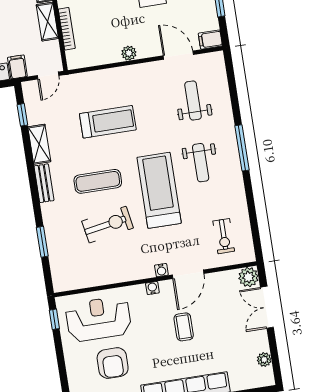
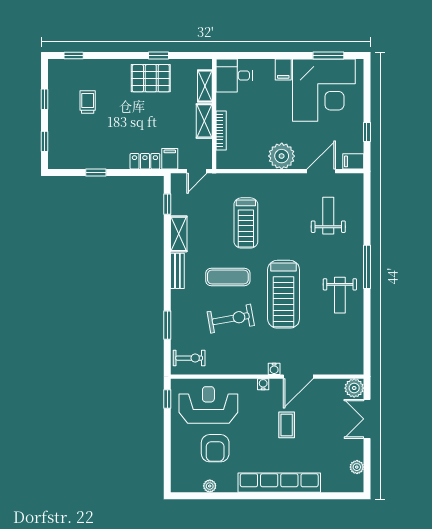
plant: (129, 53) -> (282, 156), width x1.88, depth x1.88
door: (178, 55) -> (321, 171), hinge flipped
treadmill: (108, 122) -> (246, 223), turned 90
weight bench: (201, 163) -> (340, 295), moved
treadmill: (159, 190) -> (284, 294), turned 180
exercise bike: (224, 236) -> (189, 358), moved, turned -90

